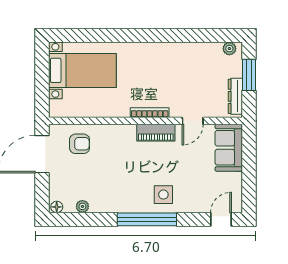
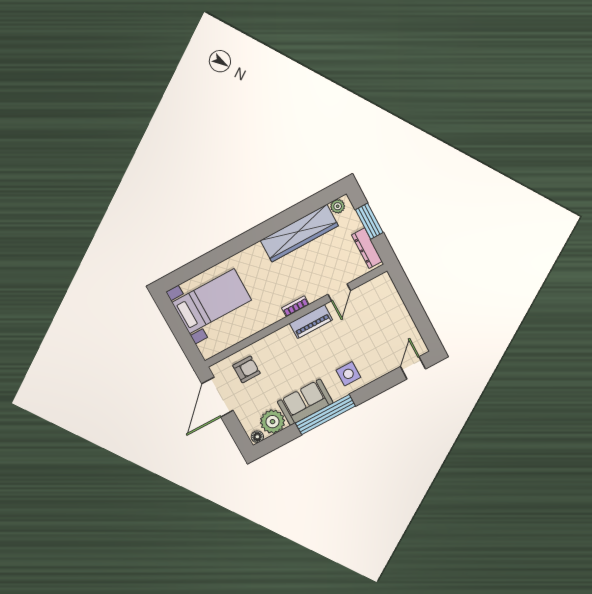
wardrobe: (186, 53) -> (299, 233), added
bookcase: (150, 113) -> (295, 306), width x0.64
sofa: (229, 148) -> (305, 402), moved, turned 90
plant: (82, 206) -> (273, 422), width x1.88, depth x1.88
window: (147, 219) -> (325, 415), moved

